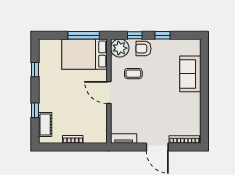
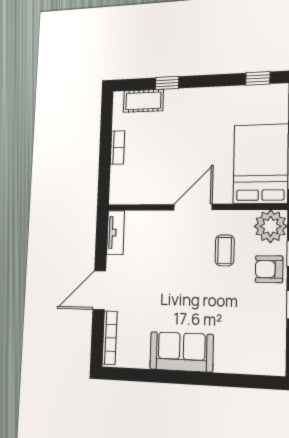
armchair: (143, 49) -> (269, 269), turned -90
window: (35, 70) -> (258, 78), moved
sofa: (190, 74) -> (181, 352), moved

